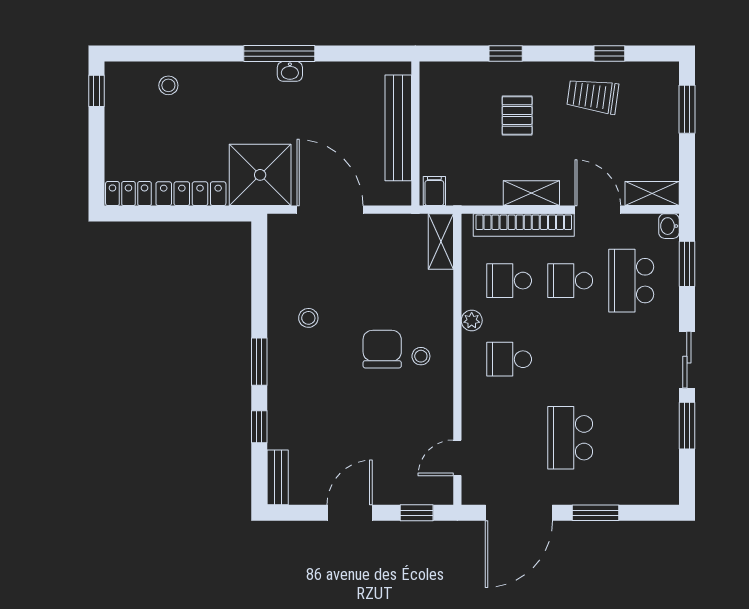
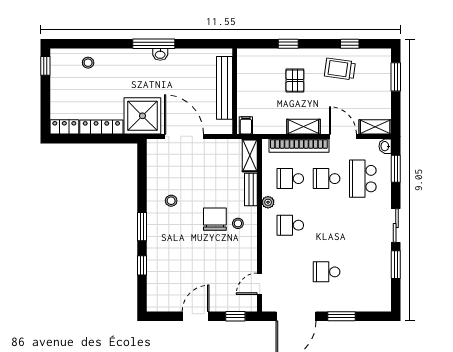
school desk: (570, 438) -> (327, 272), width x0.54
bench: (278, 477) -> (251, 189), moved

